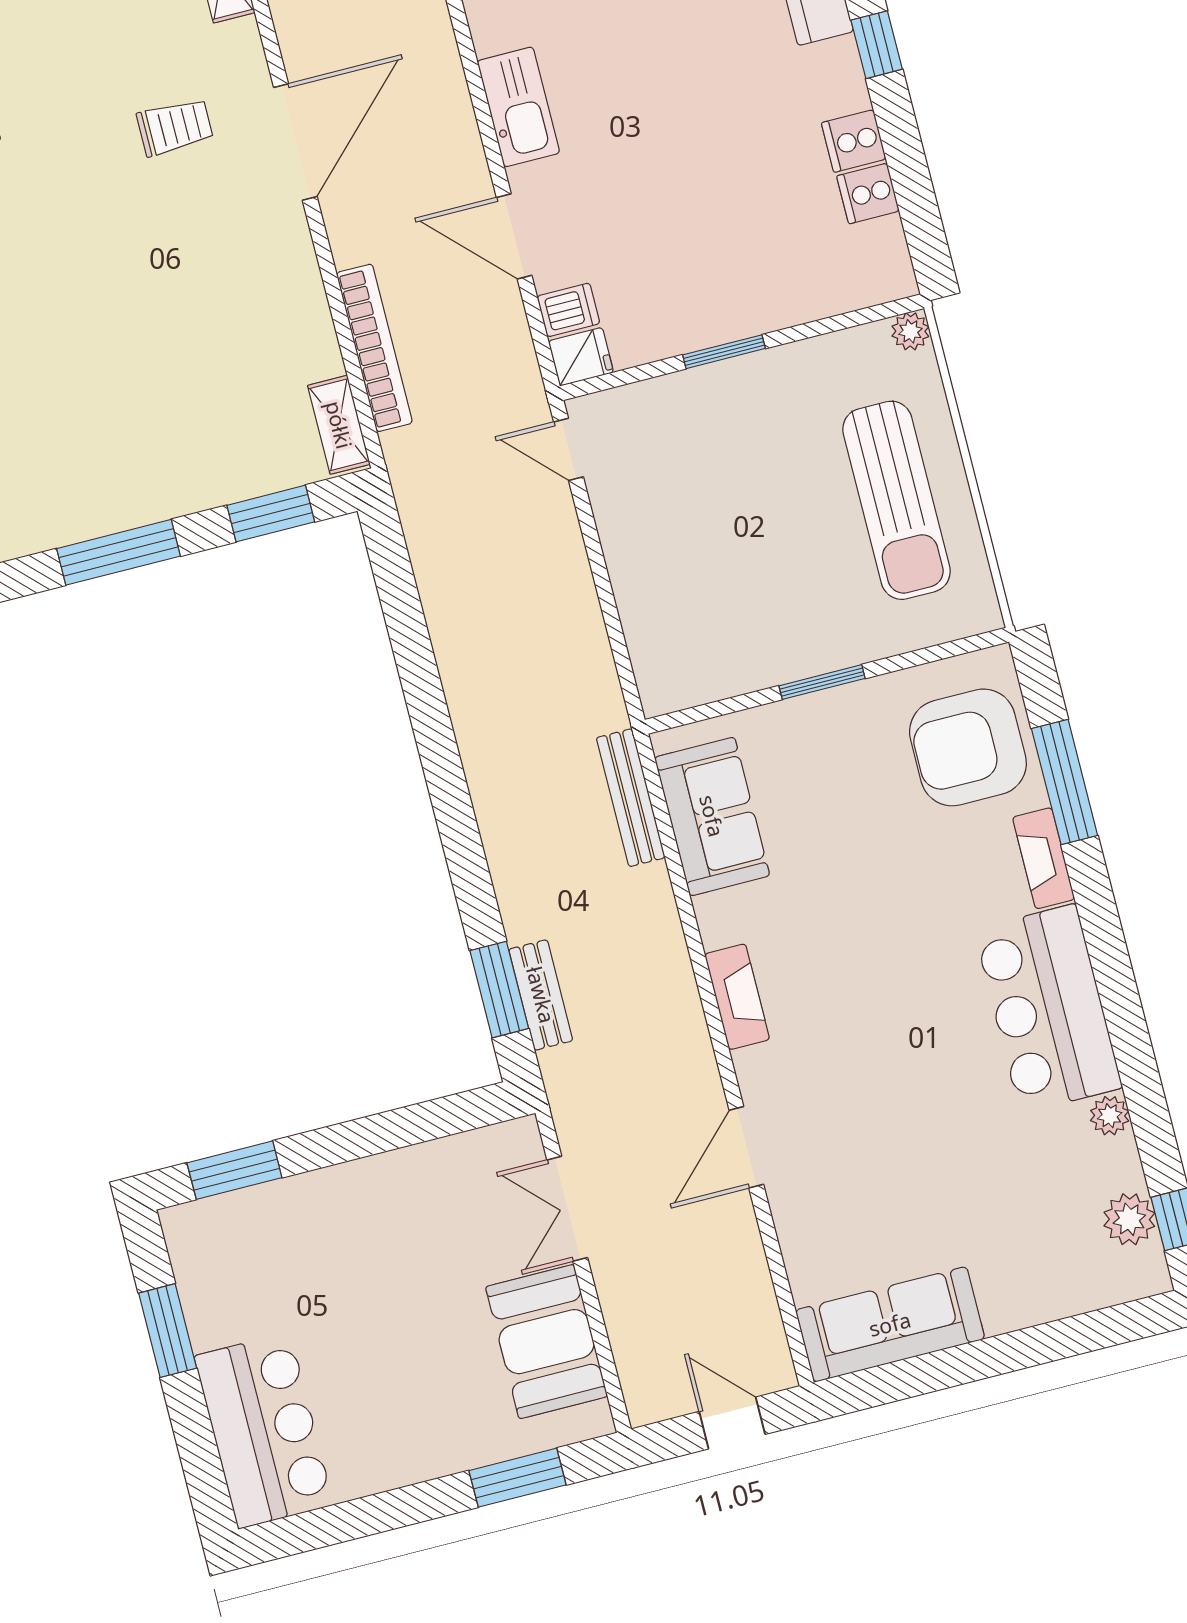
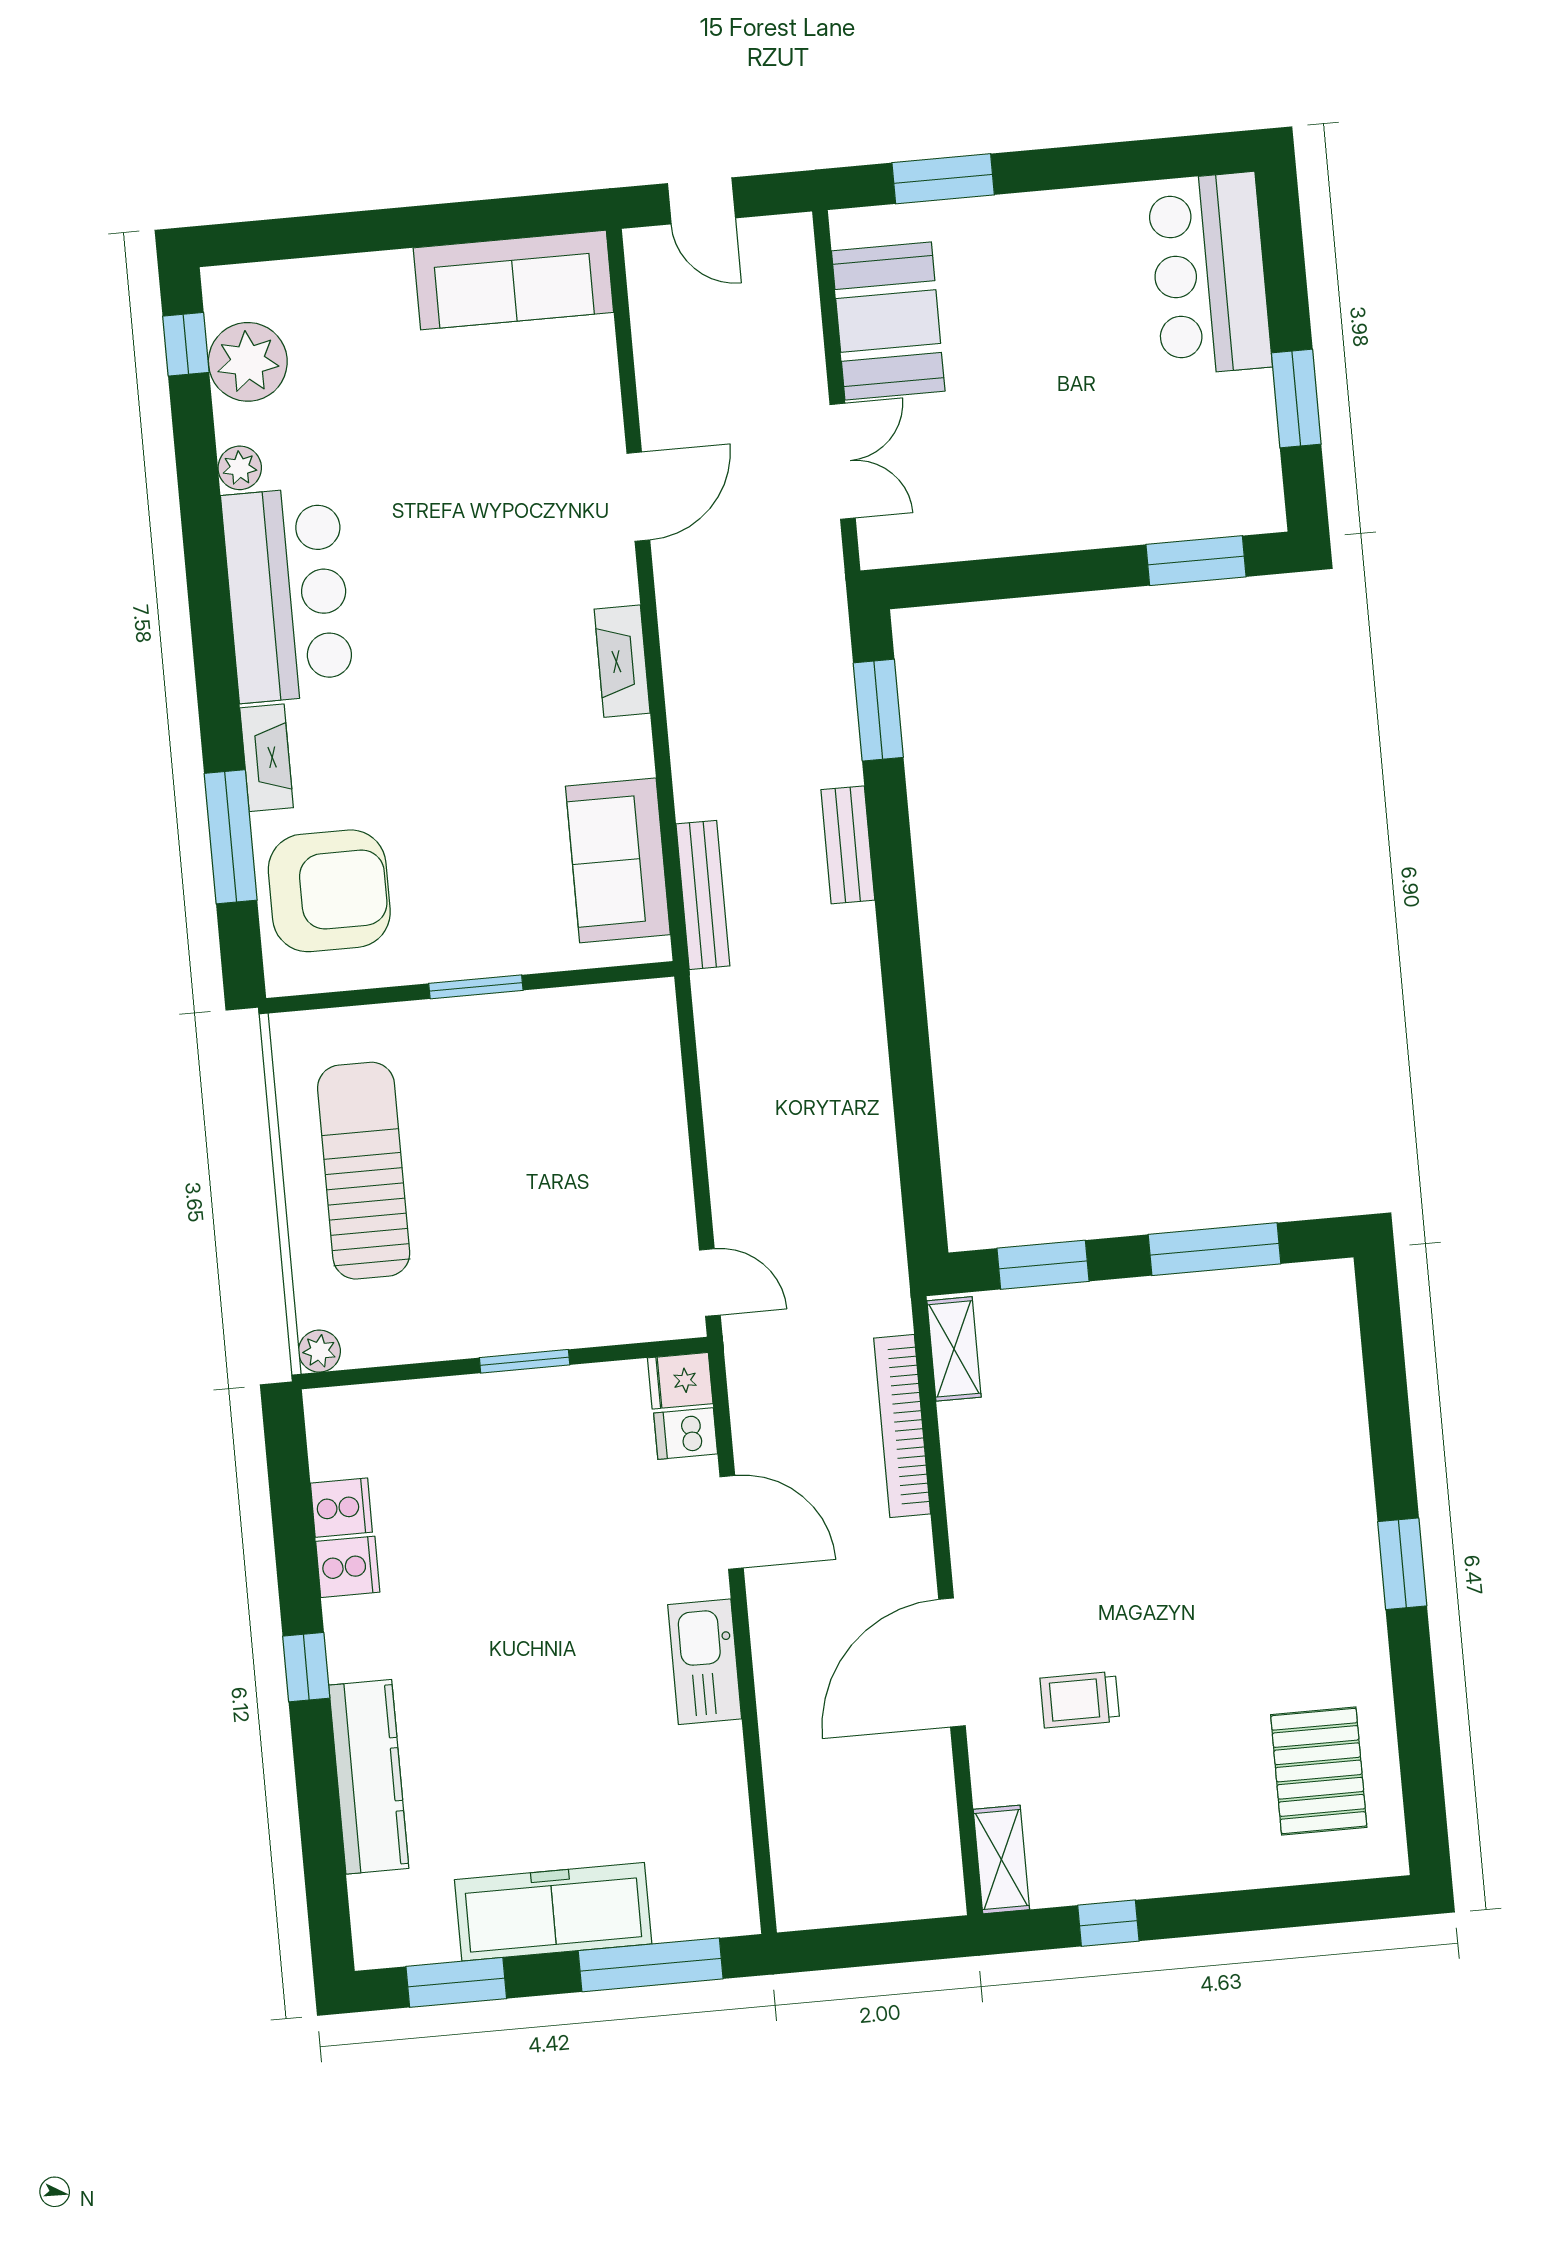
bench: (541, 995) -> (848, 845), moved
plant: (1129, 1219) -> (248, 362), width x1.36, depth x1.36

